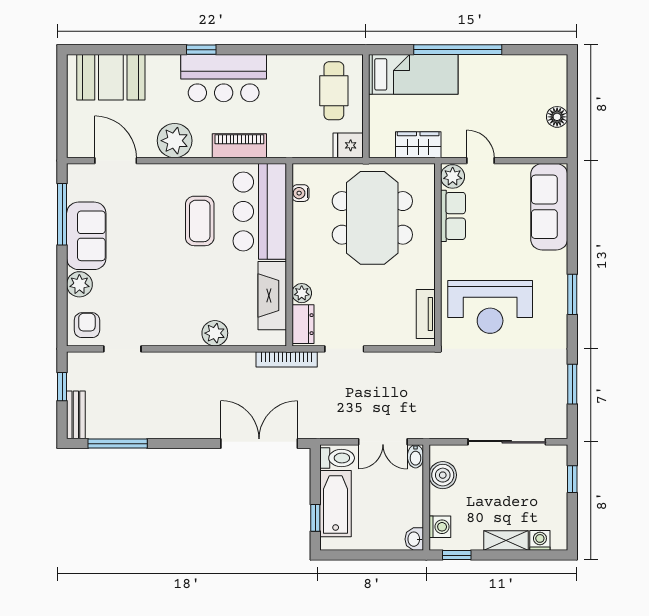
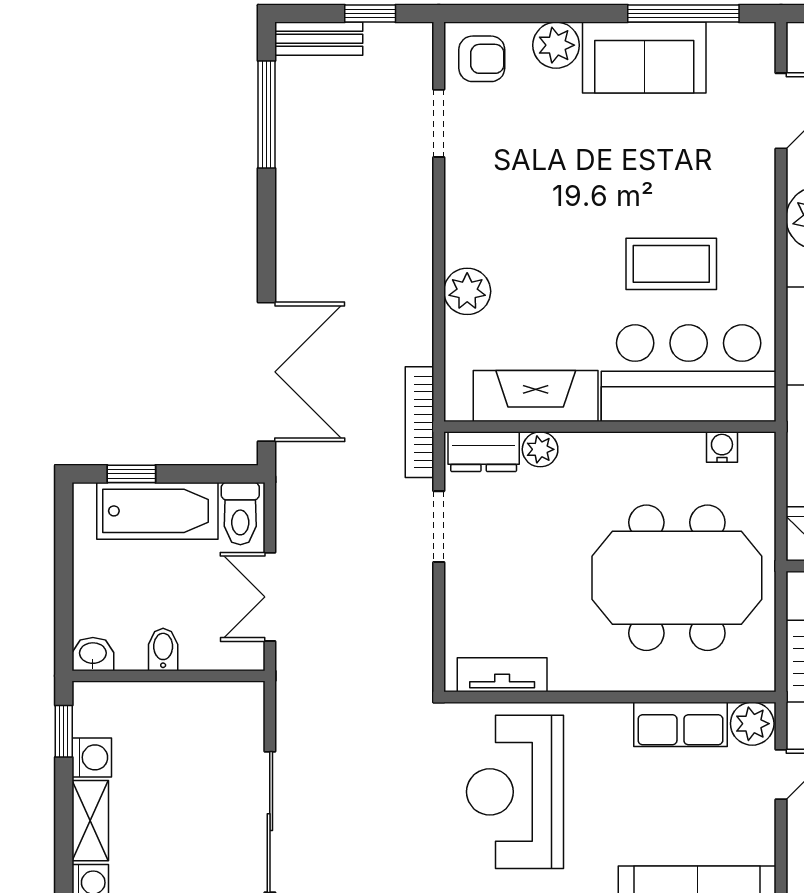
bidet: (416, 456) -> (163, 649), moved, turned 90
boiler: (443, 475) -> (209, 706), removed
washing machine: (440, 527) -> (92, 757), moved, turned -90

